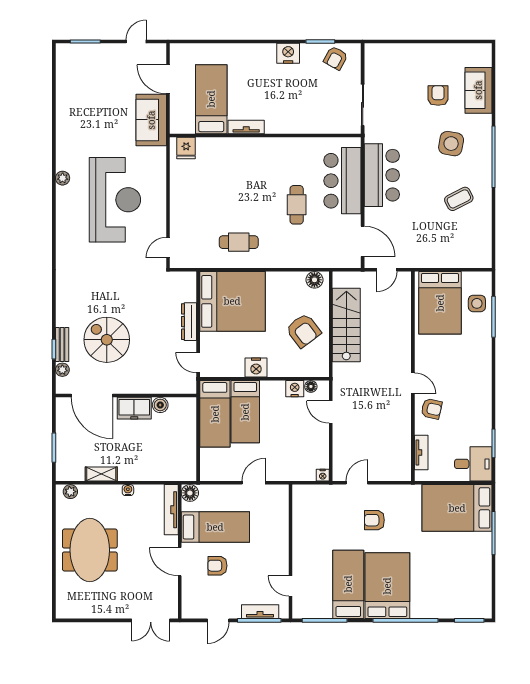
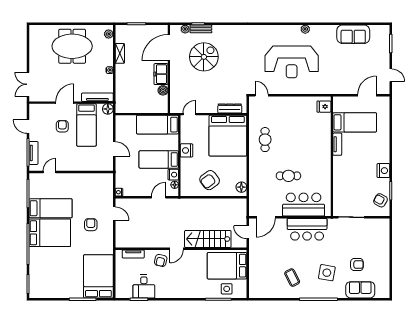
sofa: (151, 120) -> (353, 34), moved, turned 180
dresser: (189, 322) -> (230, 108), moved
stairs: (346, 325) -> (208, 239), moved, turned 180
bed: (245, 412) -> (159, 159), moved
desk: (473, 464) -> (144, 287), moved

